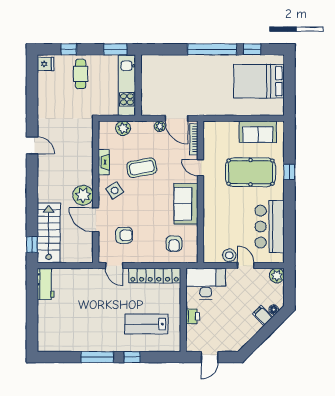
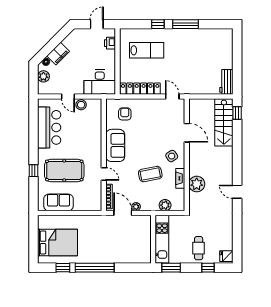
plant: (83, 195) -> (197, 184), moved
armchair: (124, 235) -> (164, 121), removed
plant: (277, 276) -> (43, 76), moved
filing cabinet: (263, 315) -> (58, 54), width x2.00
printer: (193, 316) -> (110, 43), moved

